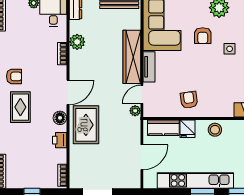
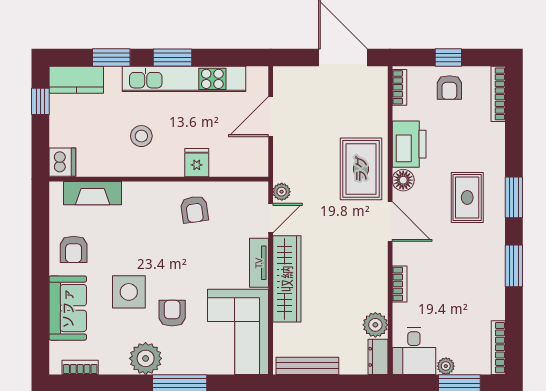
plant: (77, 42) -> (375, 325), moved
side table: (230, 49) -> (129, 292), width x1.87, depth x1.87
armchair: (14, 76) -> (449, 87), moved, turned -90
door: (68, 92) -> (390, 221), swing flipped
kitchen counter: (163, 128) -> (236, 164), removed
stool: (215, 130) -> (141, 136), moved
printer: (60, 140) -> (409, 144), width x1.87, depth x1.48

